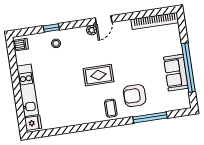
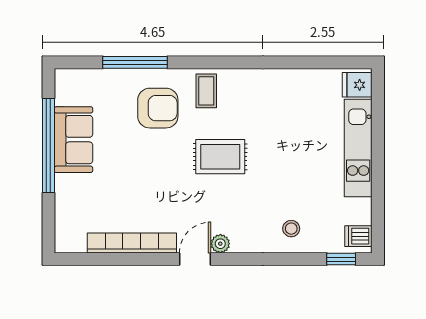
bookcase: (155, 21) -> (132, 243), moved
window: (51, 28) -> (341, 259), moved

